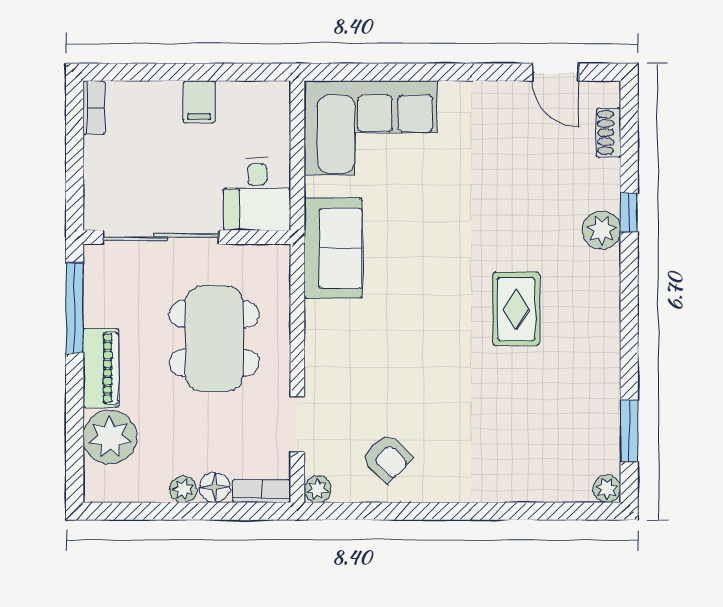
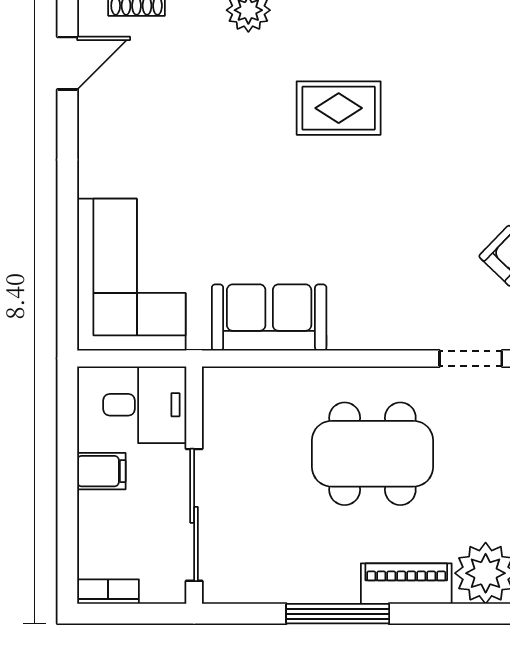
desk: (257, 194) -> (145, 405), moved
sliding door: (161, 237) -> (194, 515), moved
wall: (187, 237) -> (194, 485), moved

